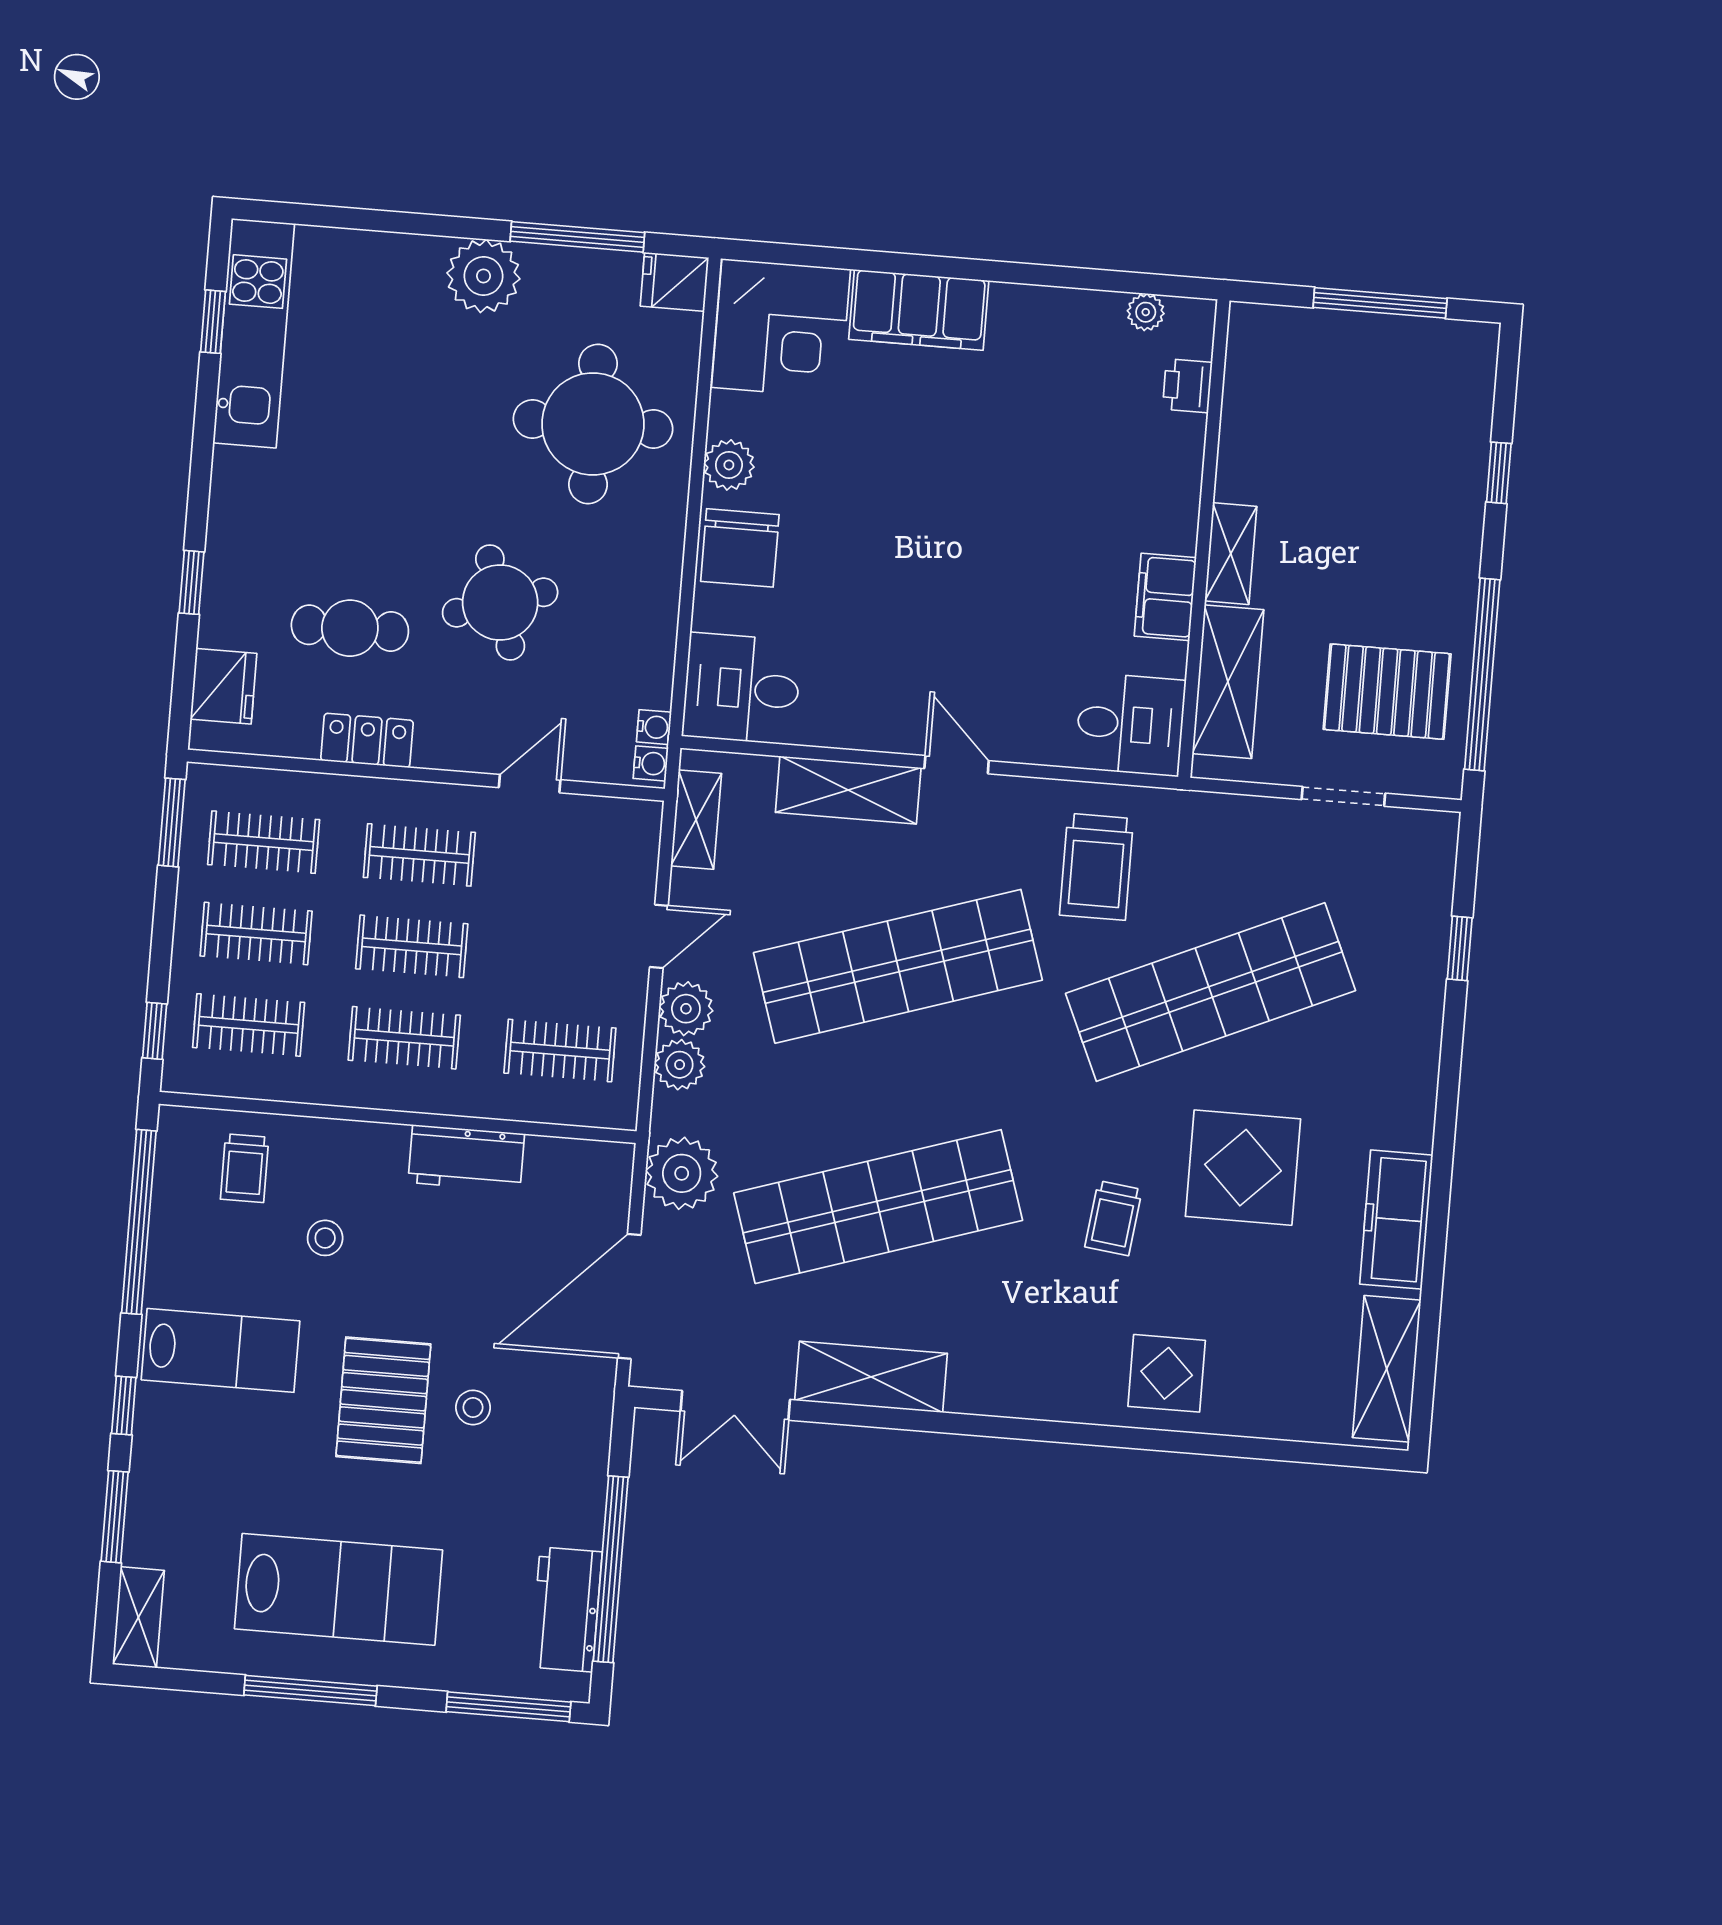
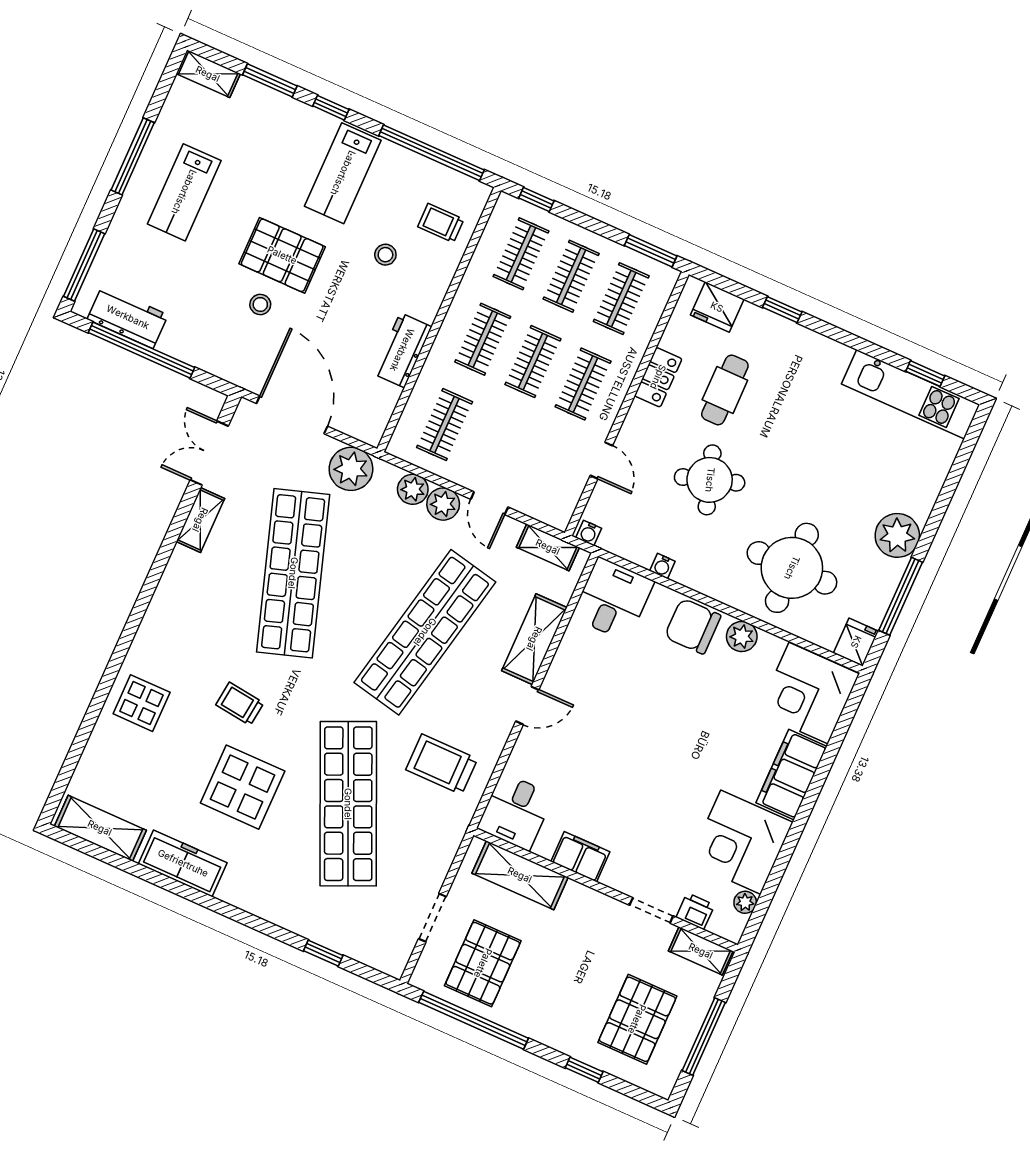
corner desk: (1053, 352) -> (741, 842), added
pallet: (1390, 417) -> (637, 1019), added
doorway: (1211, 455) -> (651, 911), added
shelving: (1231, 554) -> (701, 951), moved
water cooler: (654, 727) -> (662, 566), moved
shop shelf: (898, 966) -> (425, 632), turned 30
shelving: (871, 1377) -> (200, 520), width x0.67, depth x0.75
lab bench: (339, 1589) -> (184, 192), width x0.73, depth x0.72

